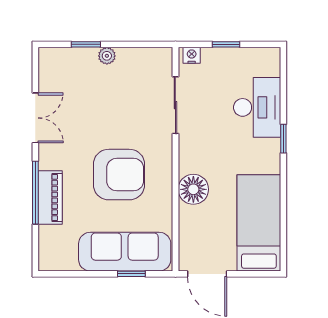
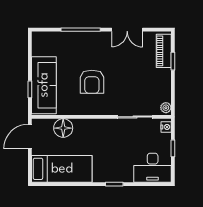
plant: (107, 56) -> (166, 108), moved
desk: (257, 107) -> (153, 168), moved
armchair: (119, 175) -> (92, 82), width x0.73, depth x0.73
floor lamp: (193, 189) -> (63, 128), moved
piano: (50, 197) -> (164, 51), moved, turned 90

